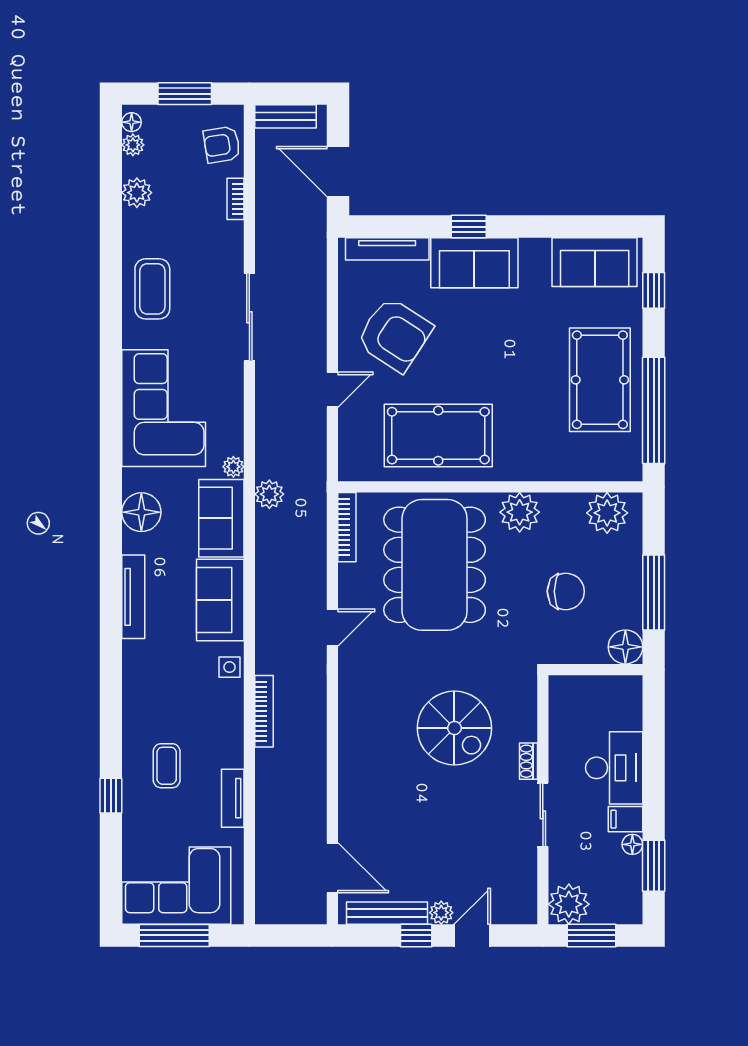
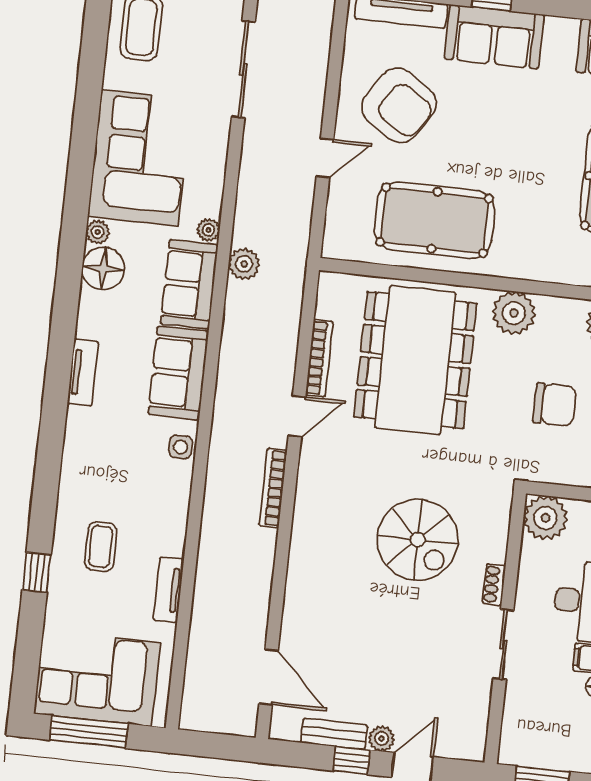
plant: (133, 480) -> (98, 232), added
bookcase: (347, 527) -> (319, 358), moved
tv unit: (133, 597) -> (83, 373), width x0.71
bookcase: (264, 711) -> (273, 488), moved, turned 180
plant: (569, 904) -> (546, 518), moved
bench: (387, 913) -> (334, 734), width x0.73

